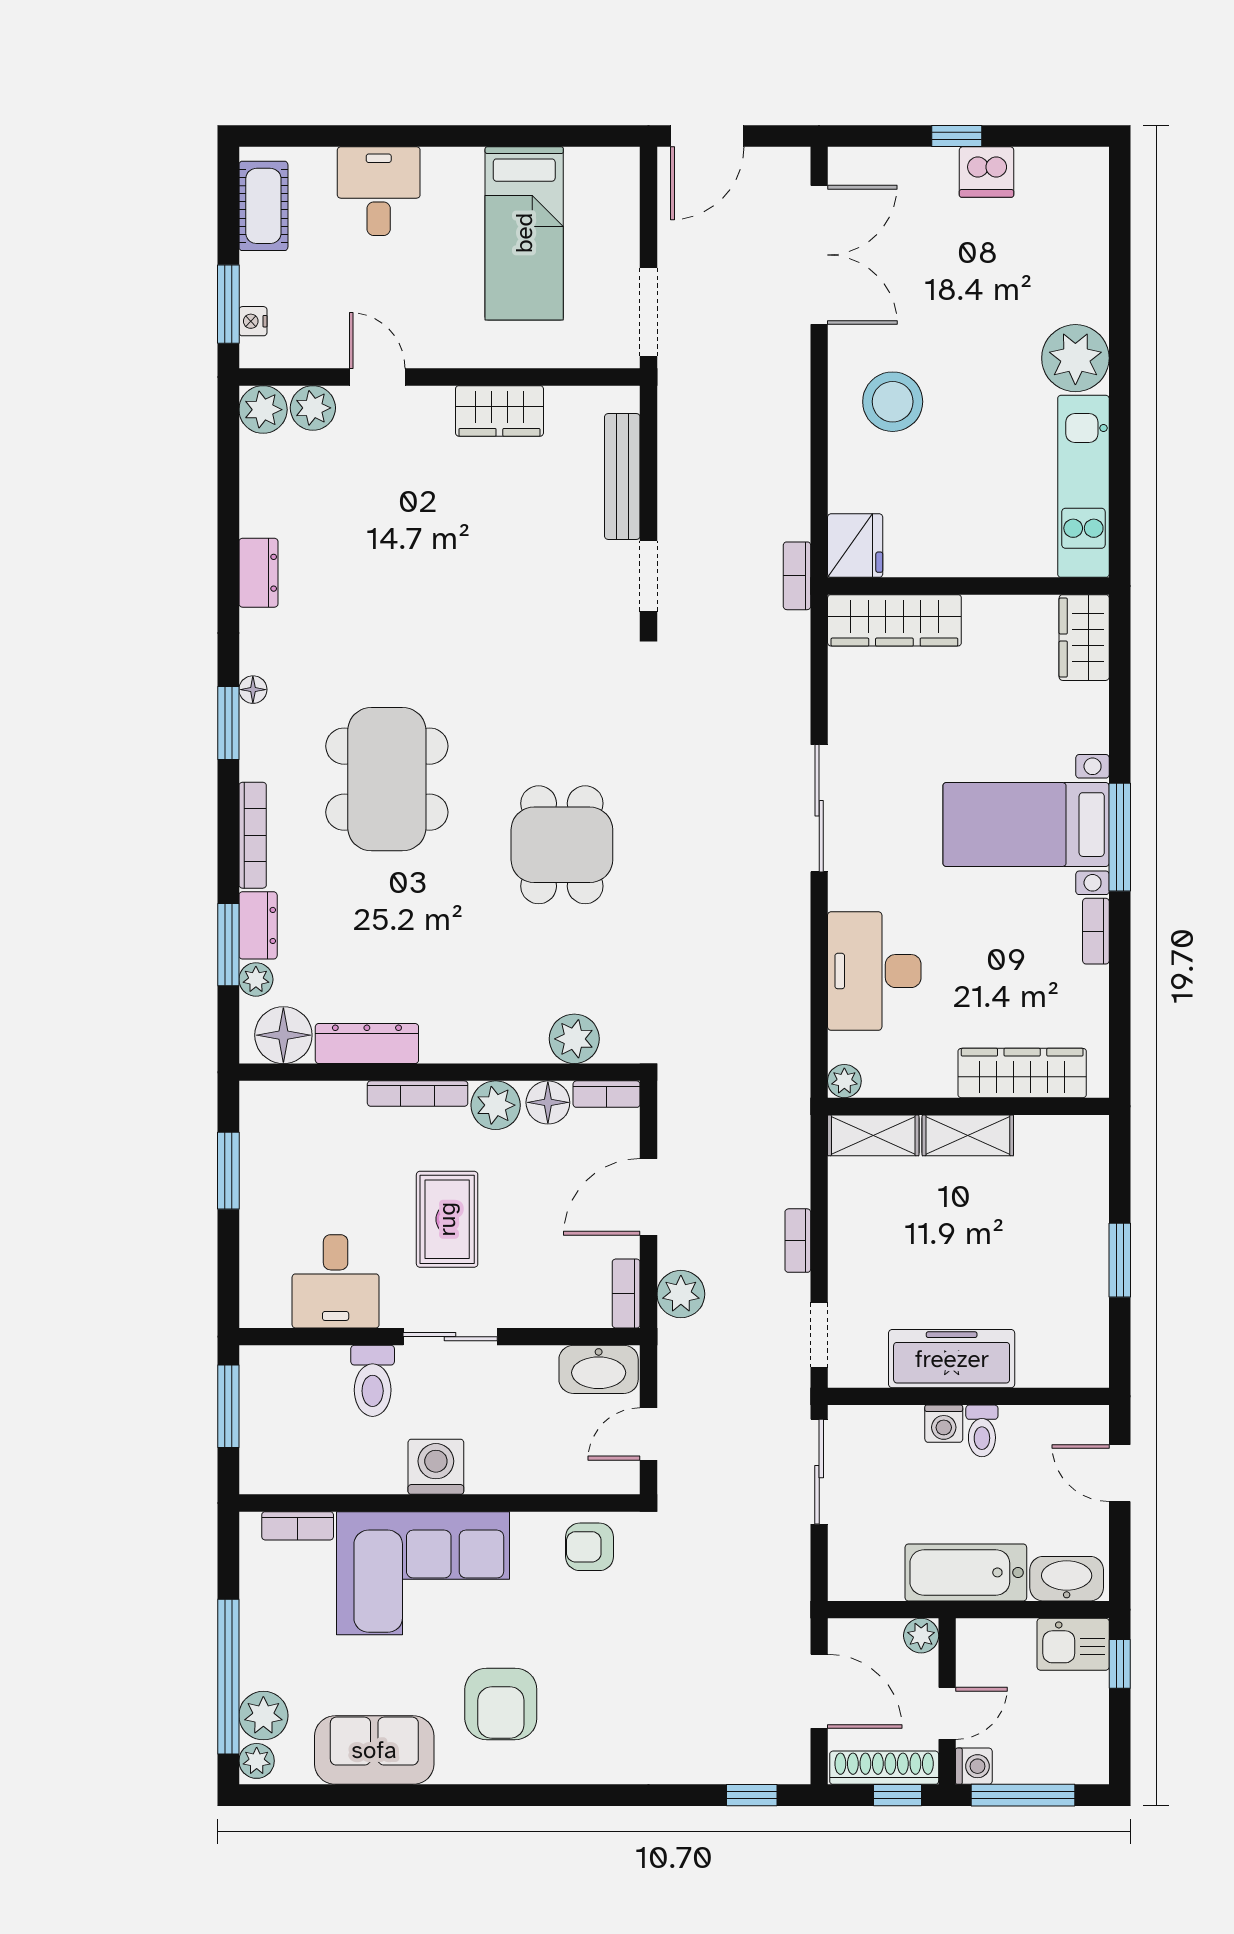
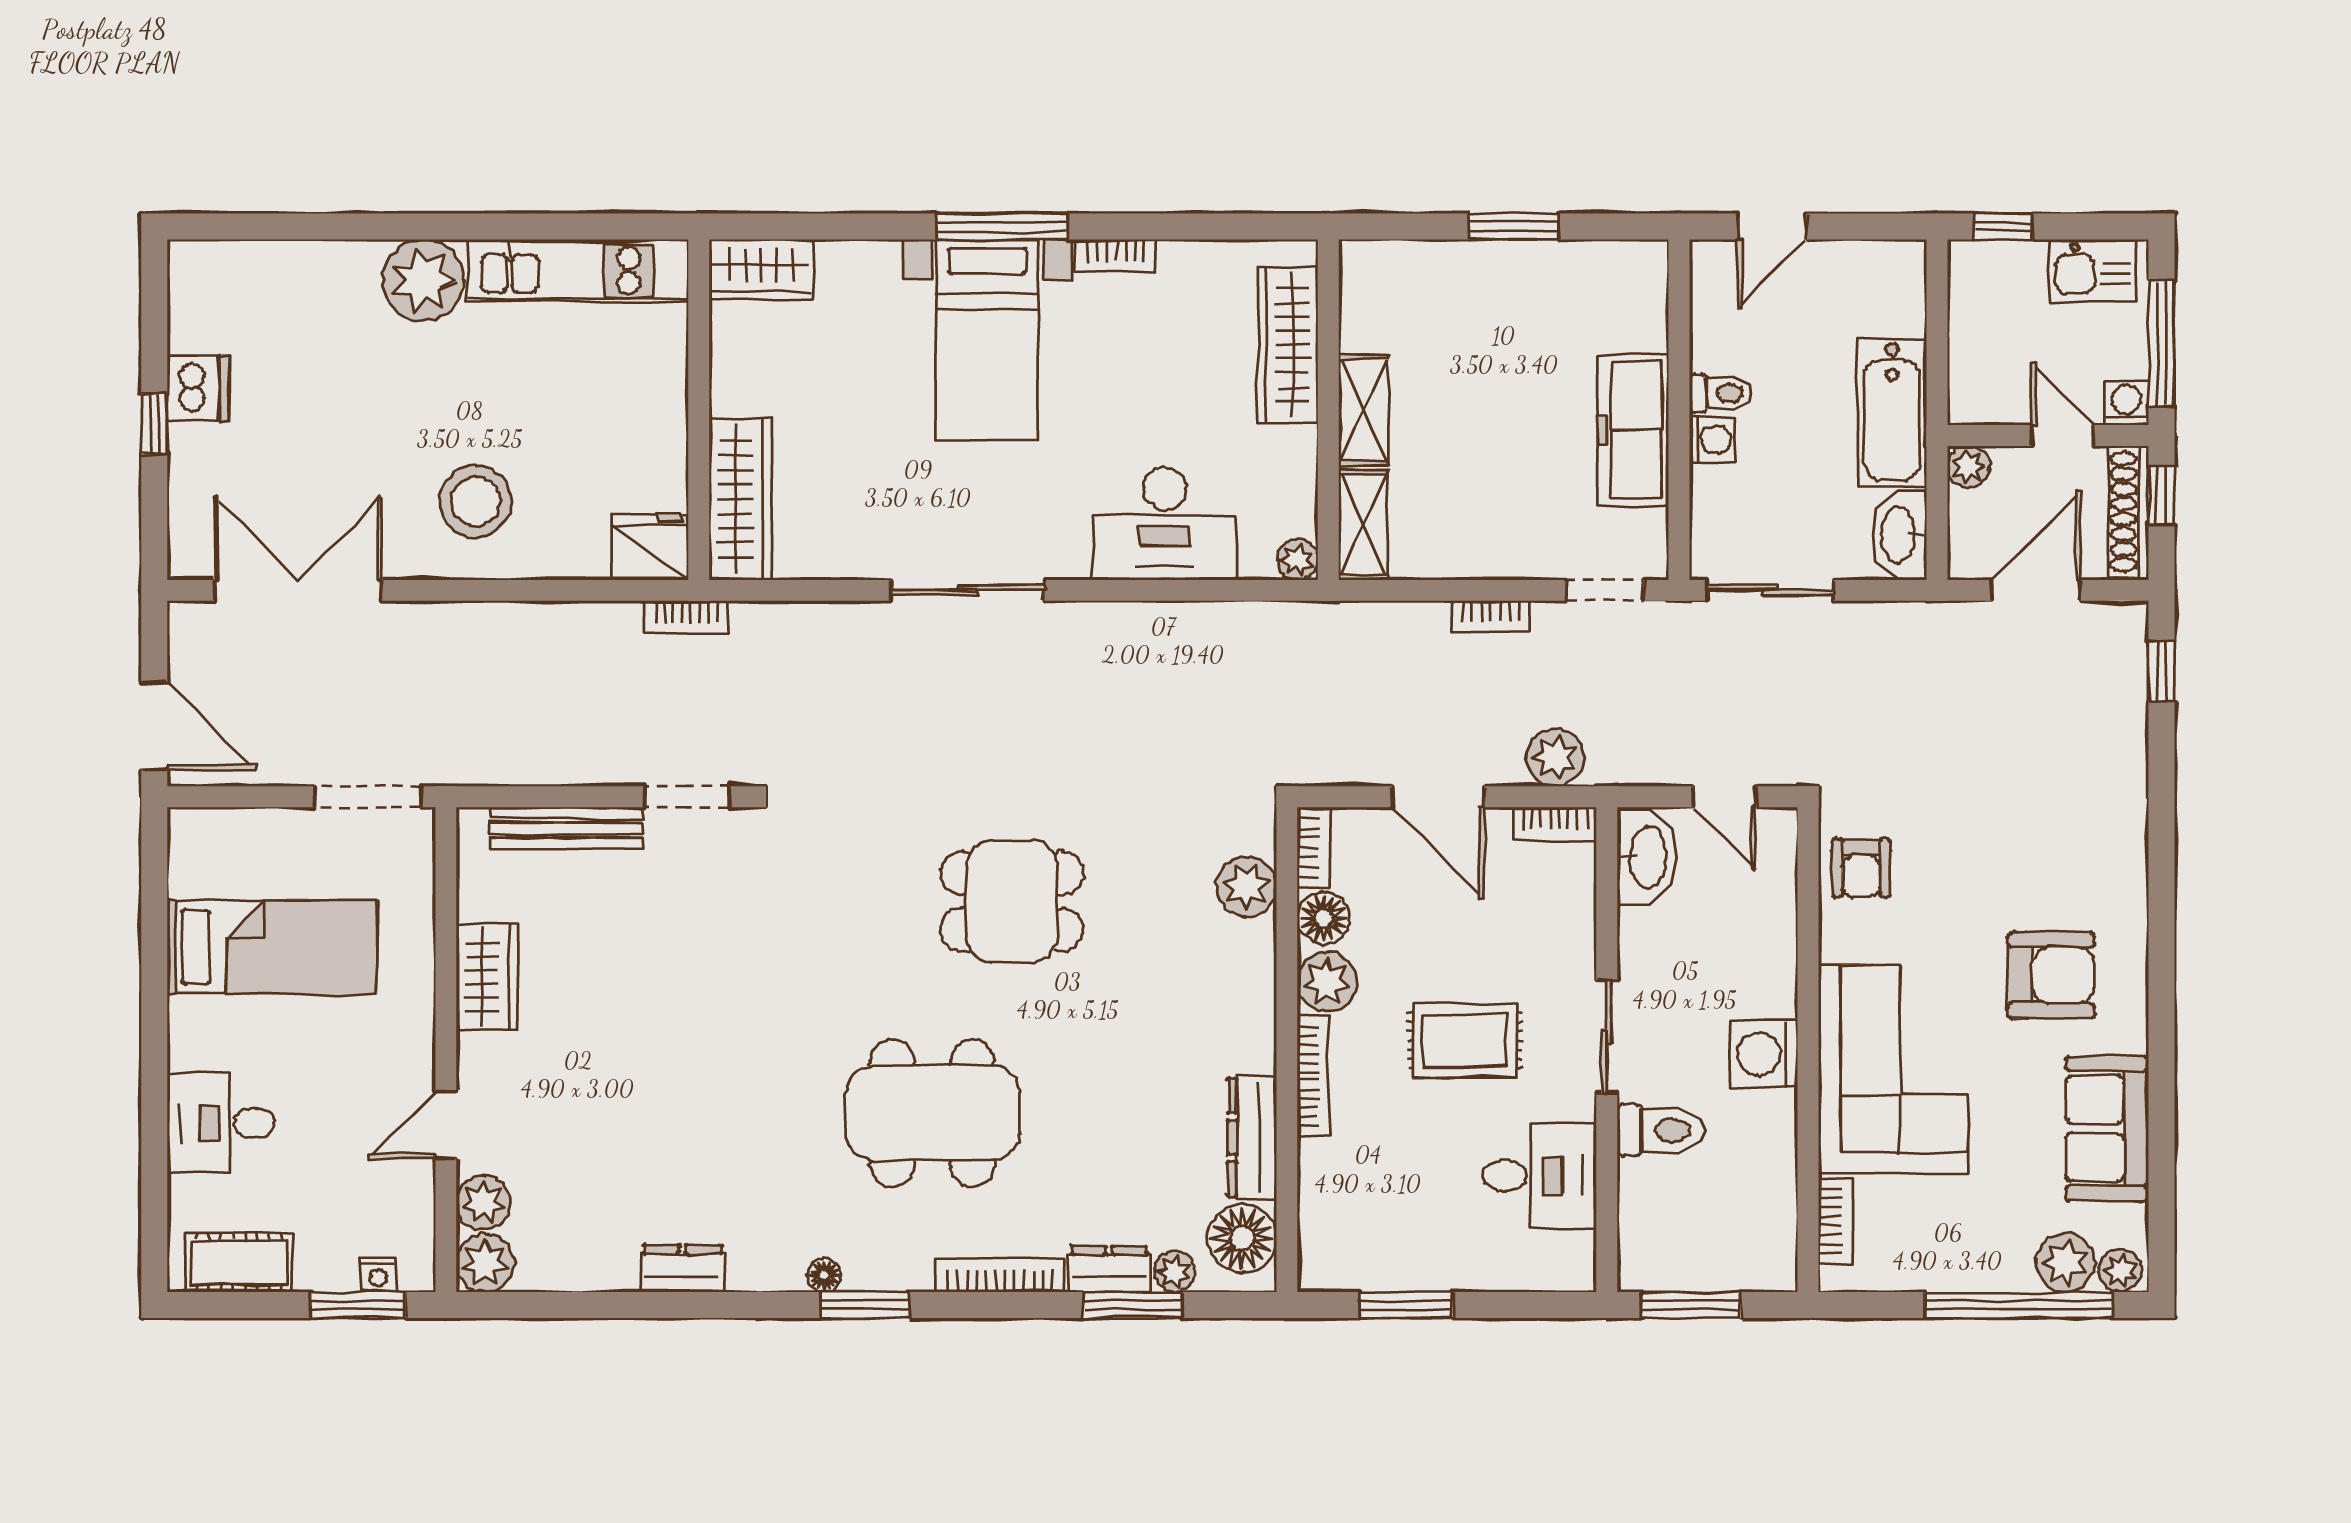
washbasin: (1067, 1579) -> (1900, 535), moved
kitchen sink: (1073, 1644) -> (2092, 271), moved, turned 90

